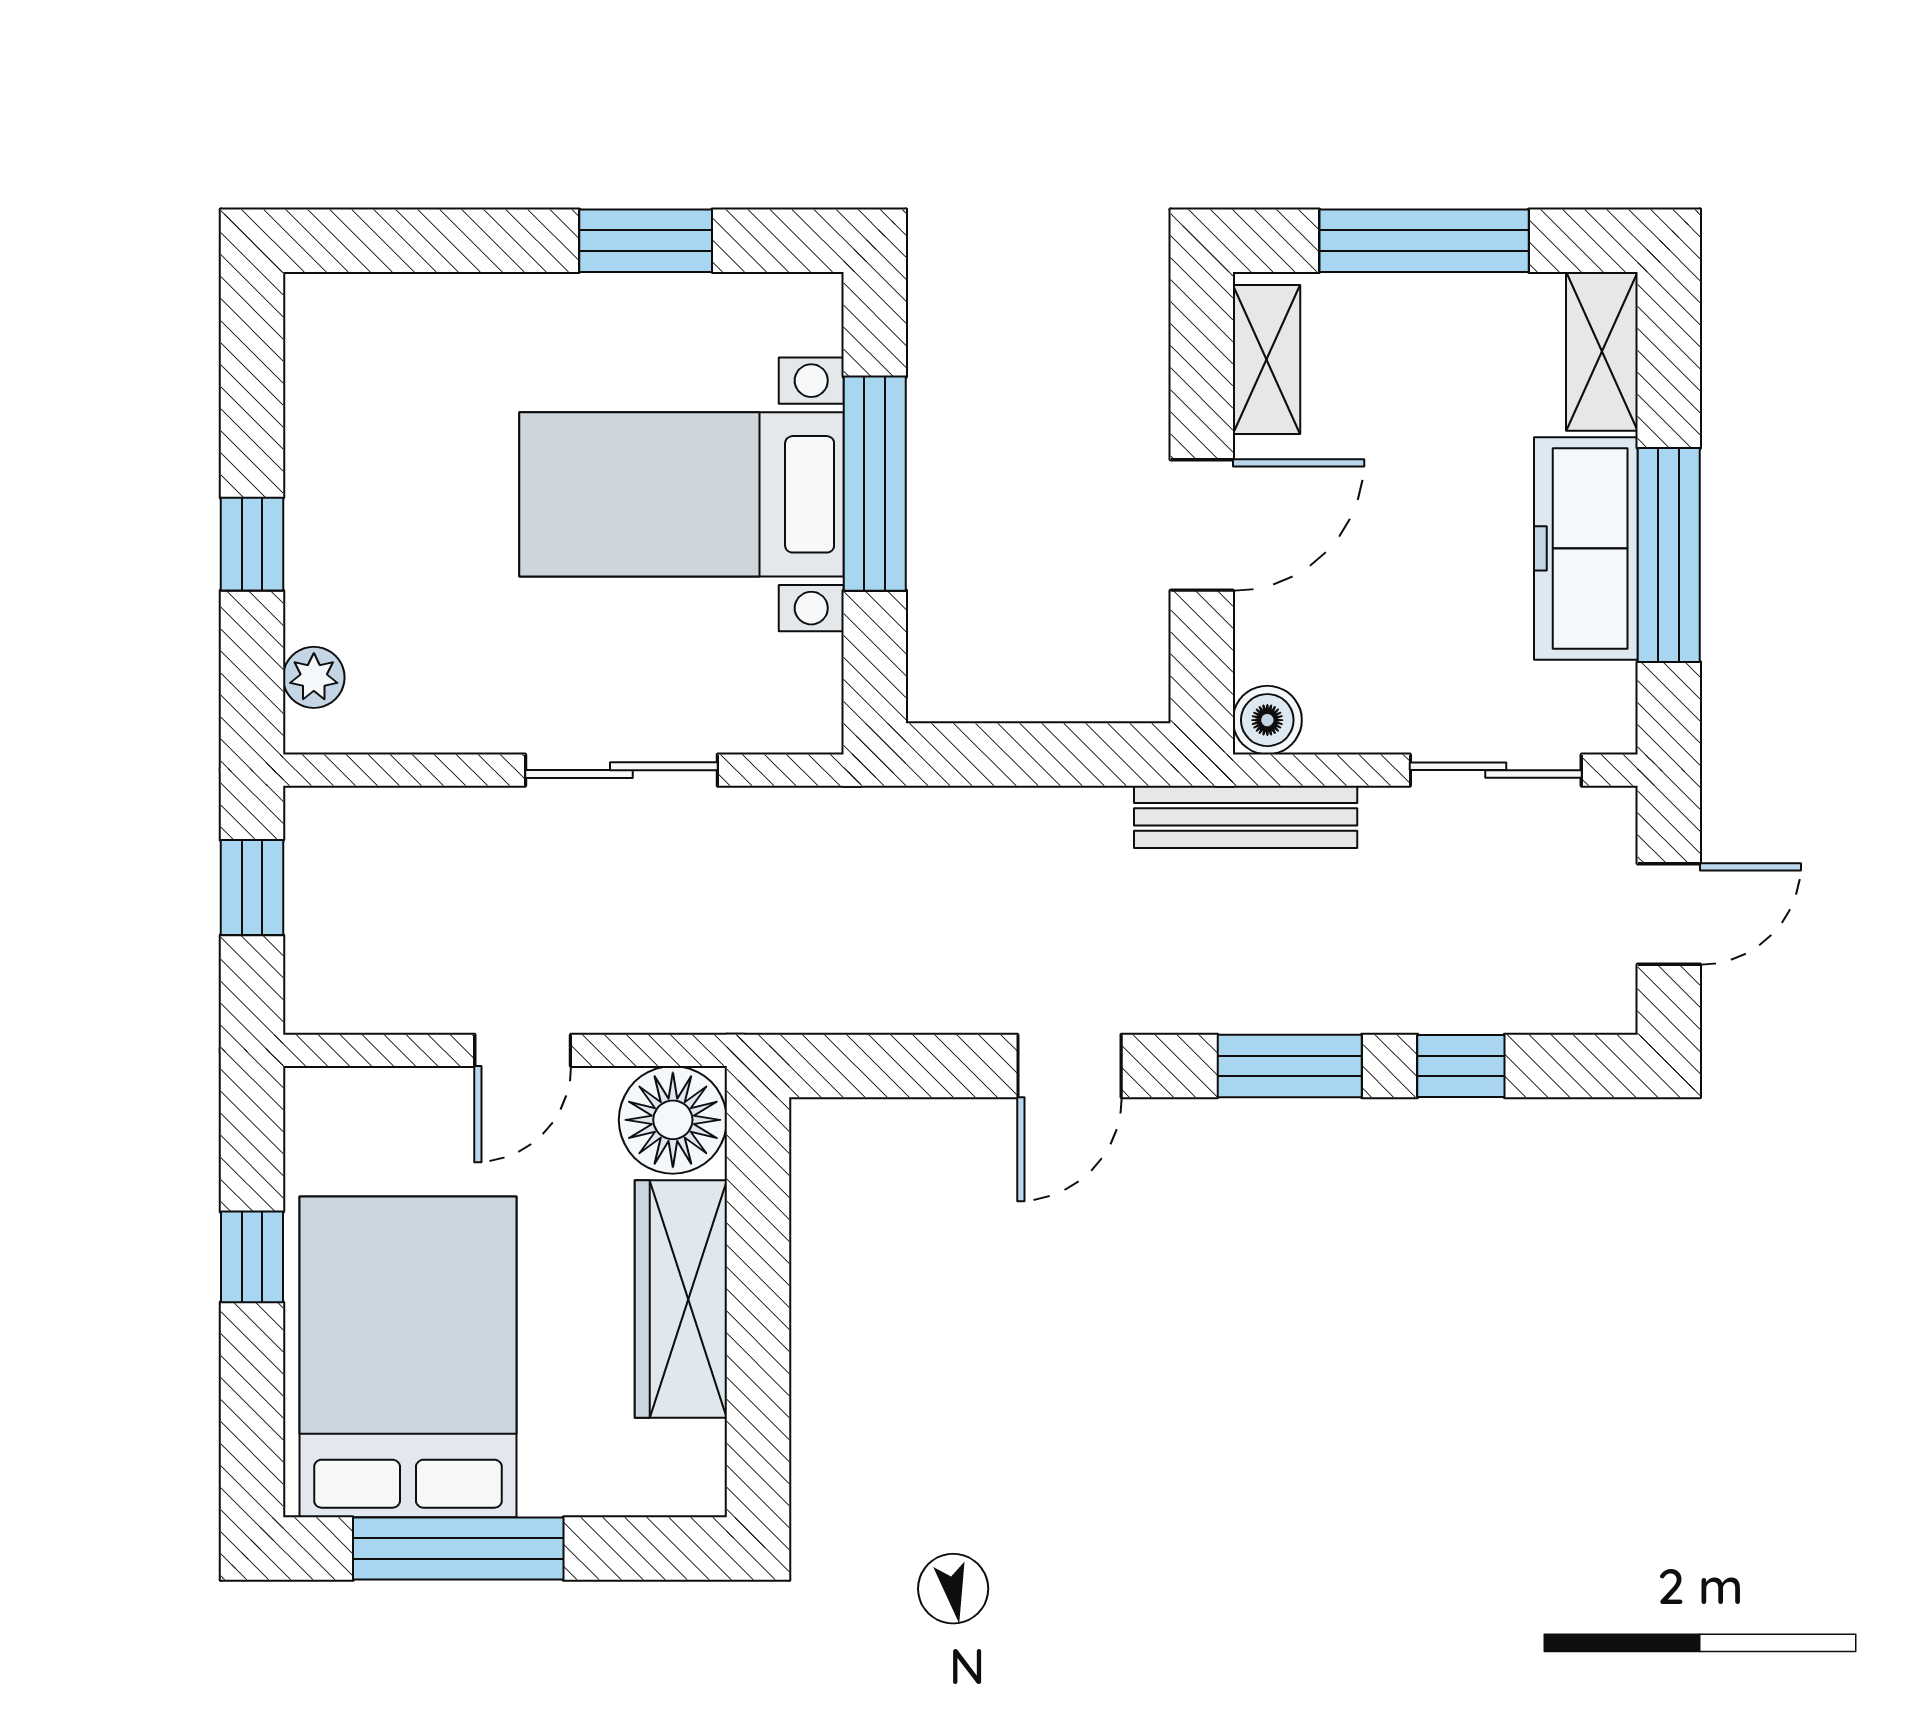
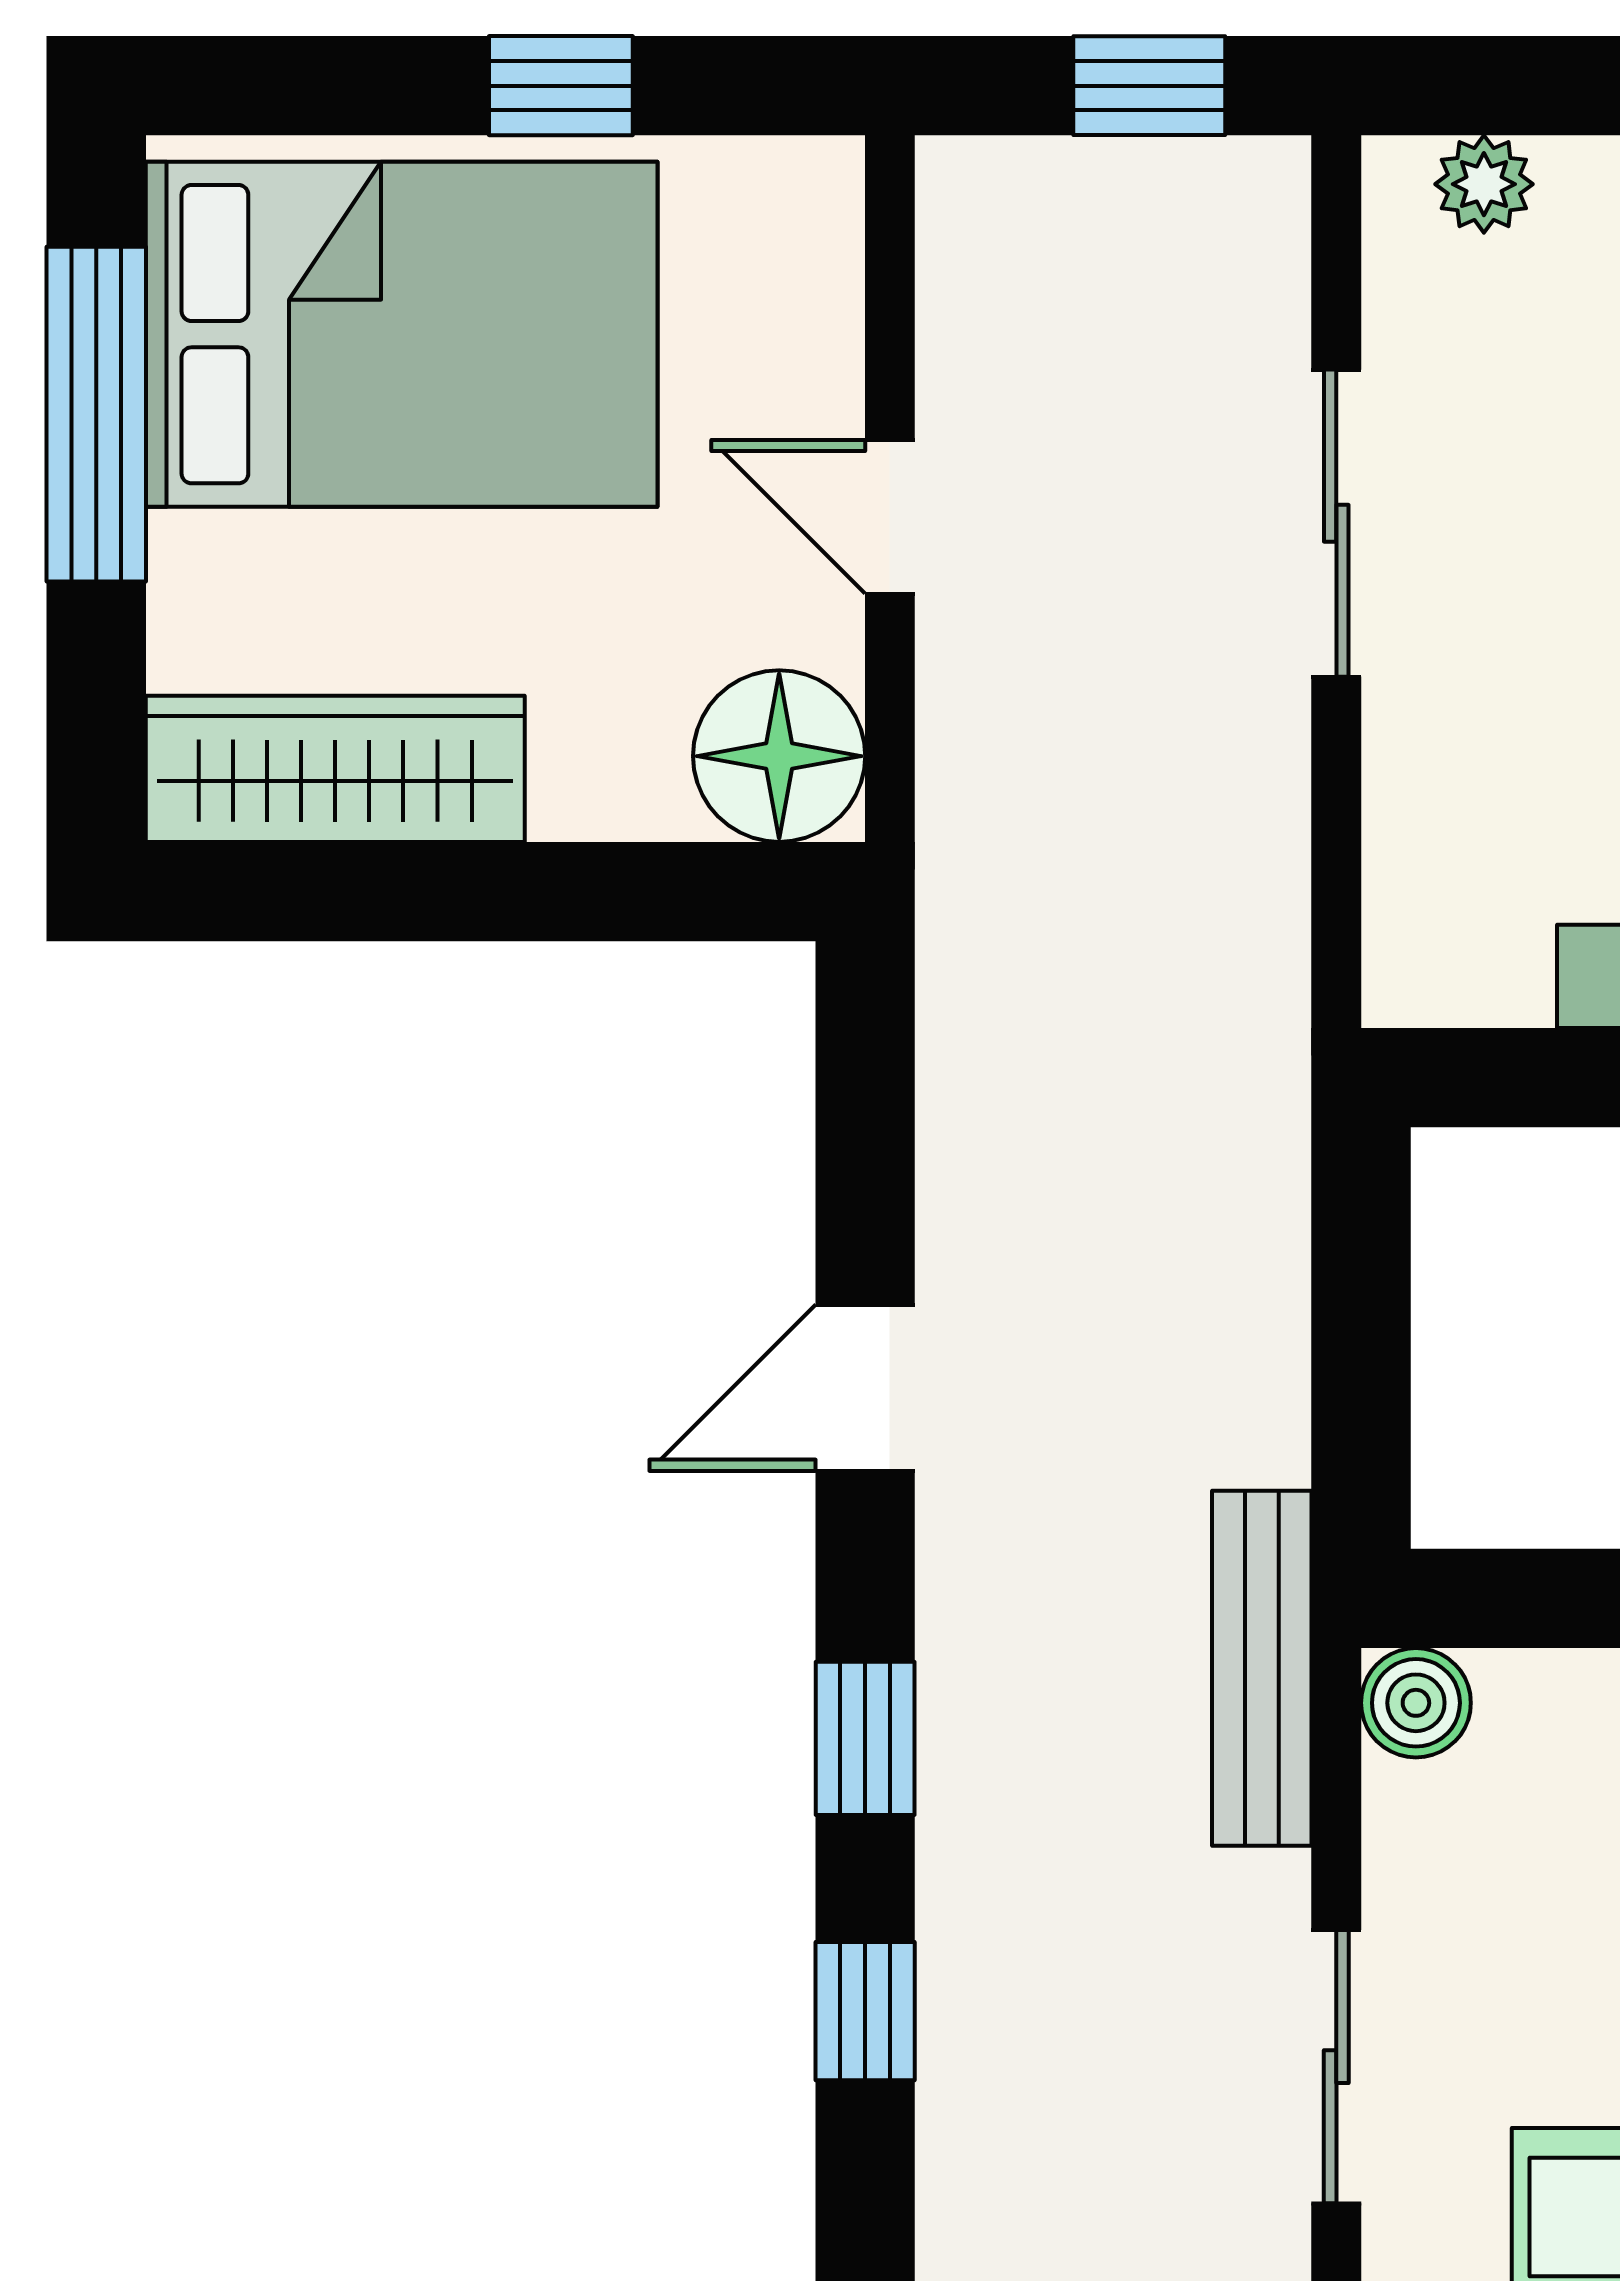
sliding door: (621, 770) -> (1336, 523), moved
door: (1069, 1066) -> (865, 1388), hinge flipped
window: (1290, 1066) -> (865, 1738), width x0.67
wardrobe: (681, 1299) -> (335, 769), moved

